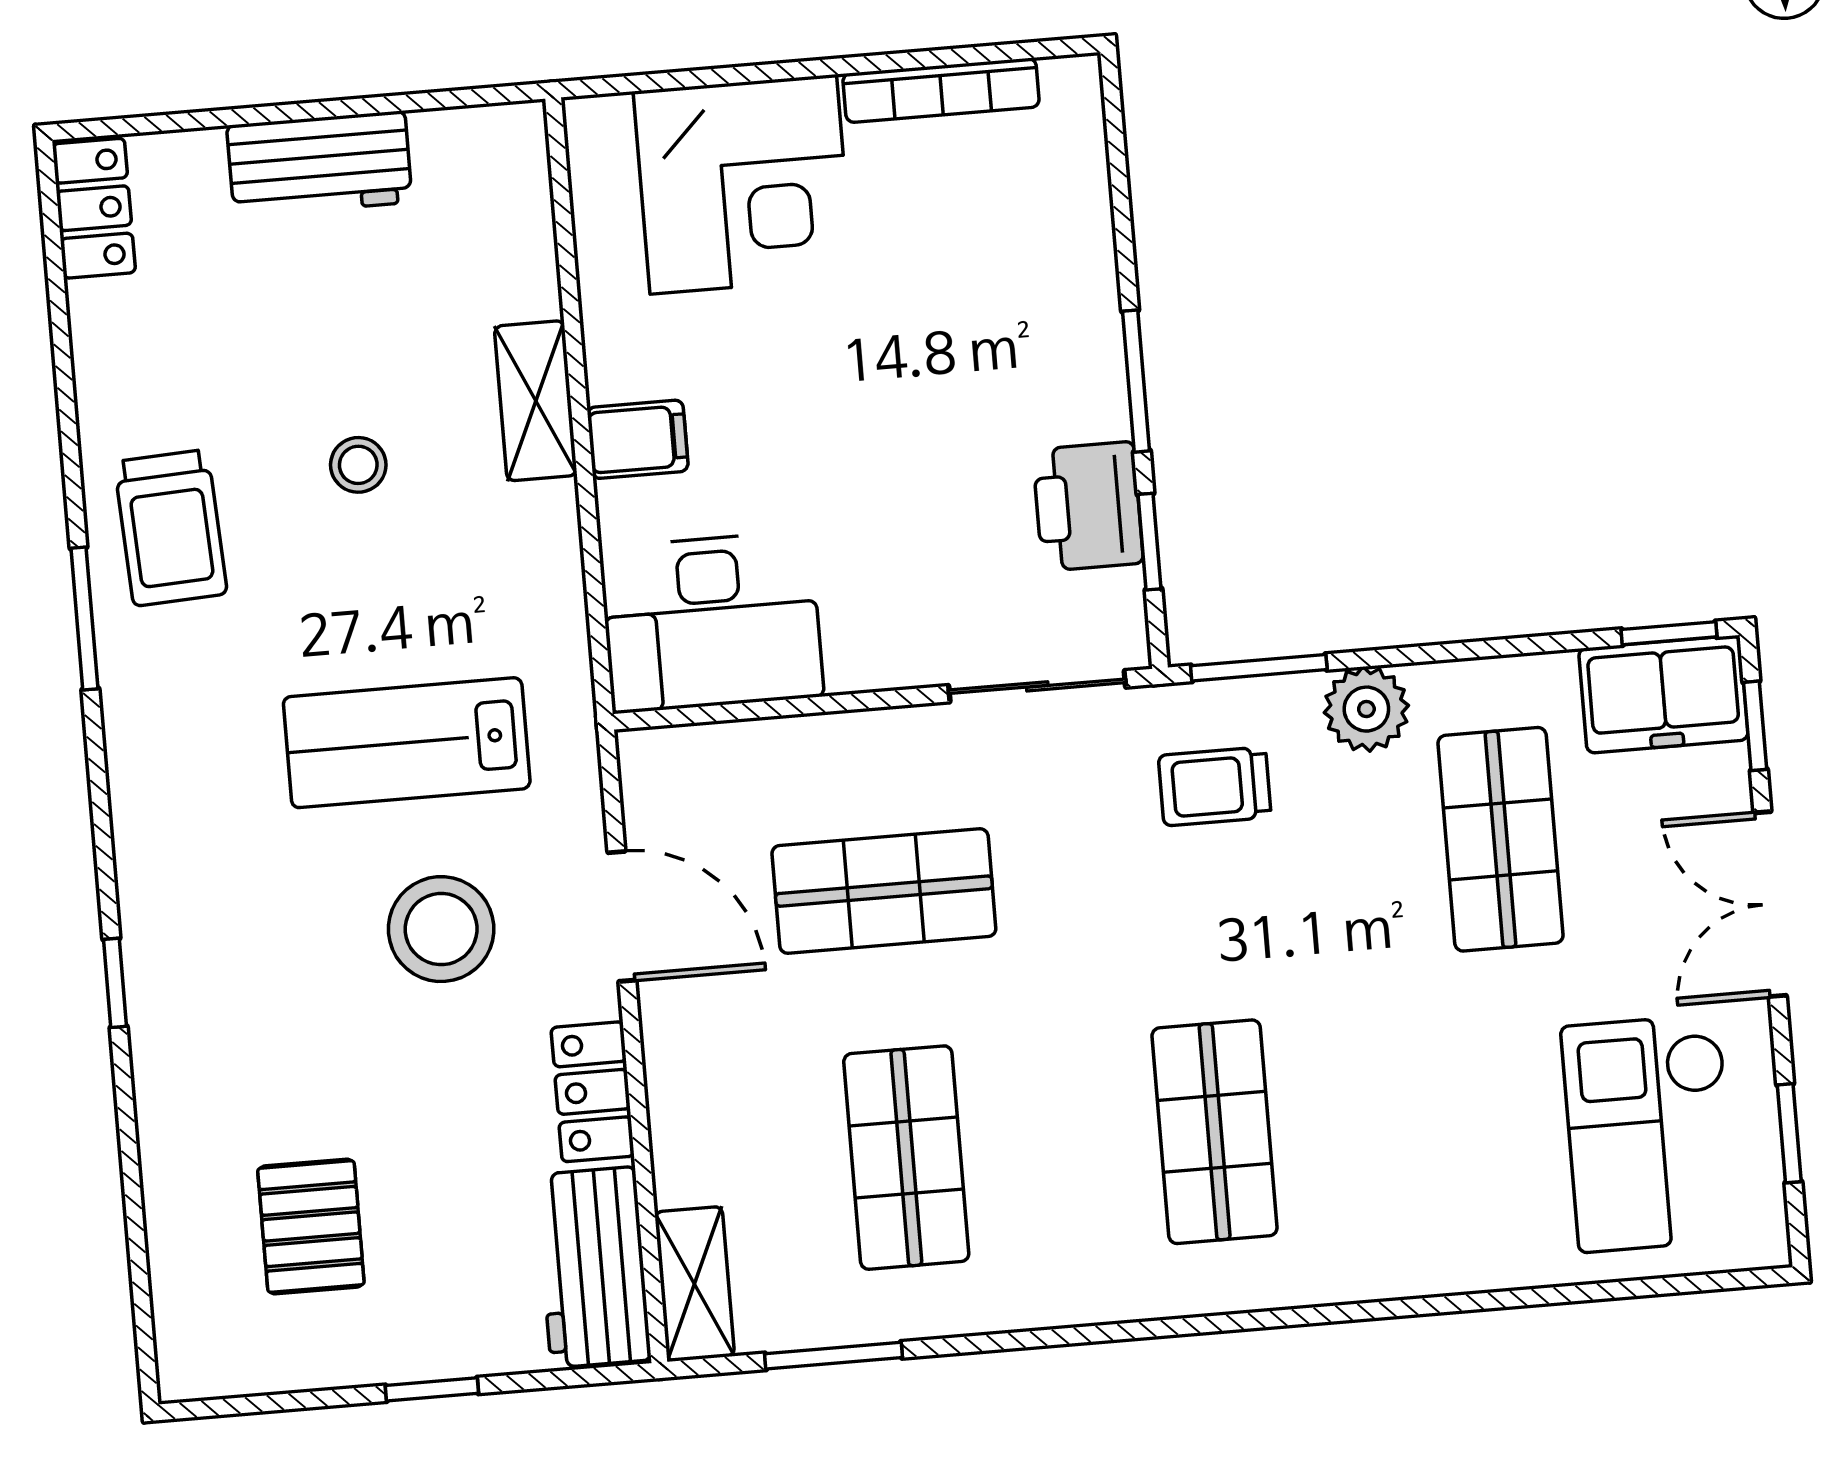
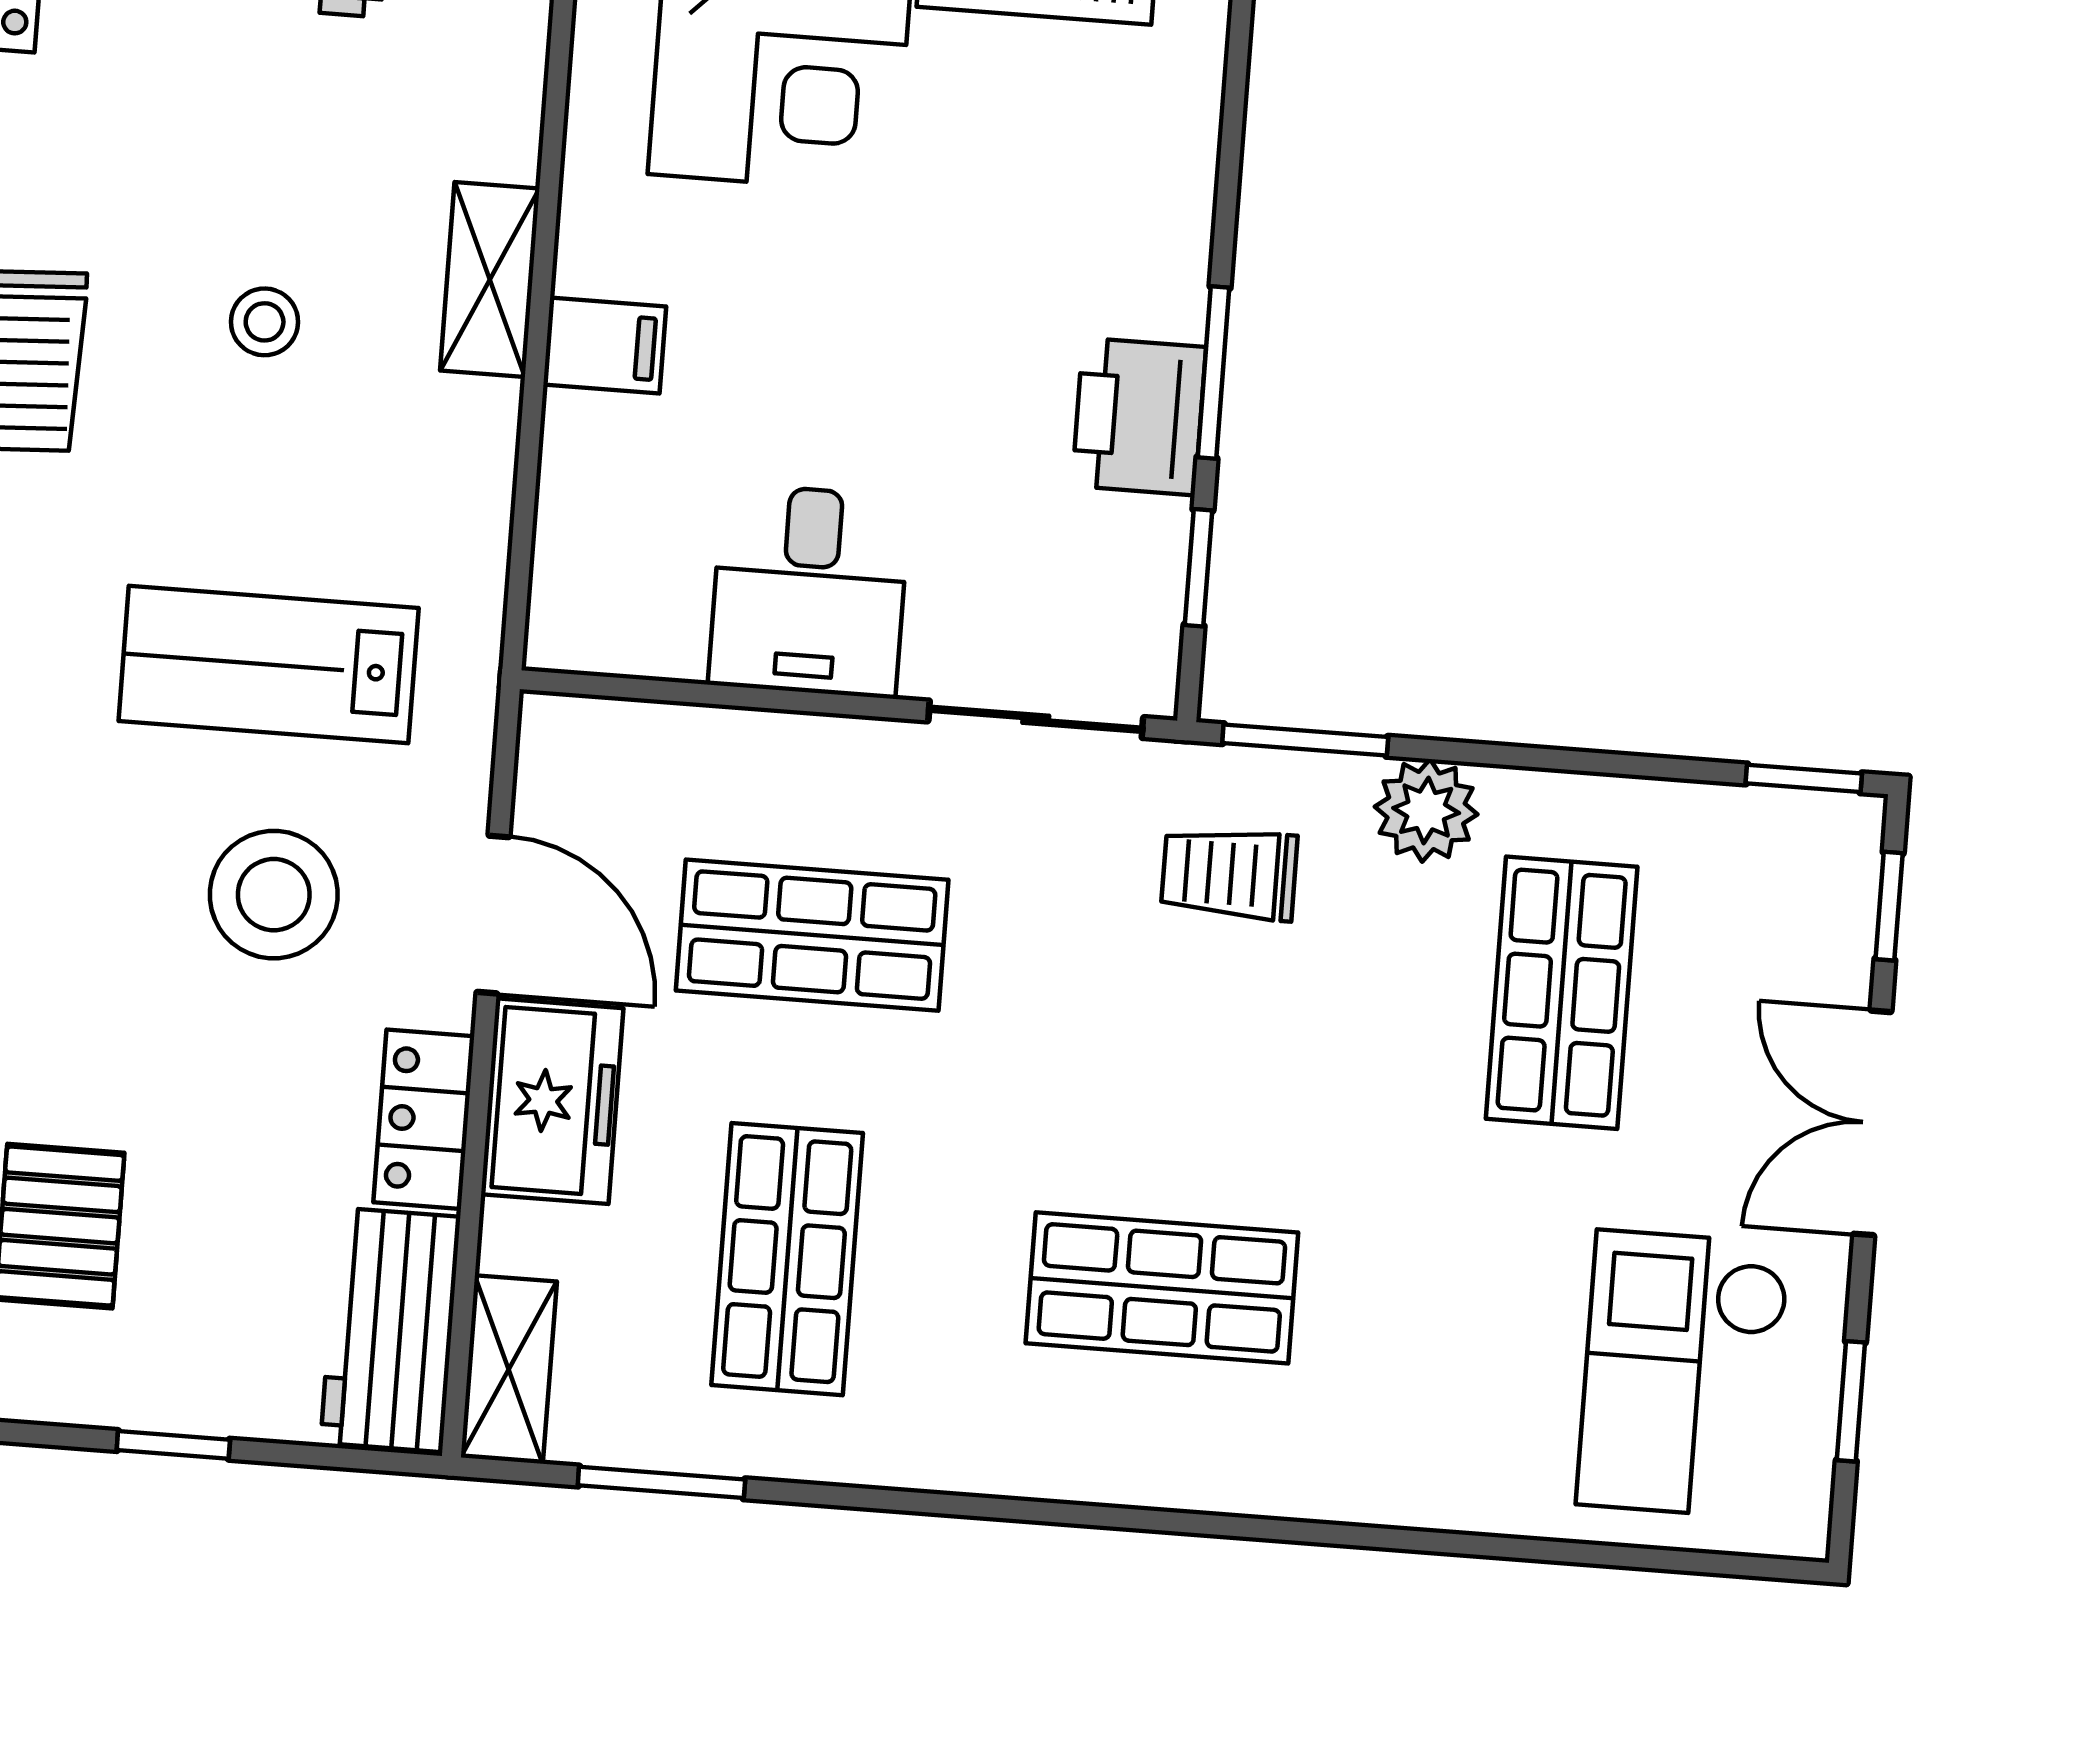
printer: (1088, 506) -> (1139, 416), moved
desk: (711, 622) -> (809, 591), moved, width x0.73
freezer: (1663, 694) -> (552, 1101), moved, turned -90
shop shelf: (1215, 1132) -> (1162, 1288), turned 90

